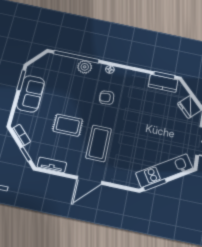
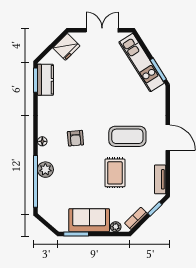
plant: (18, 115) -> (116, 227), added

